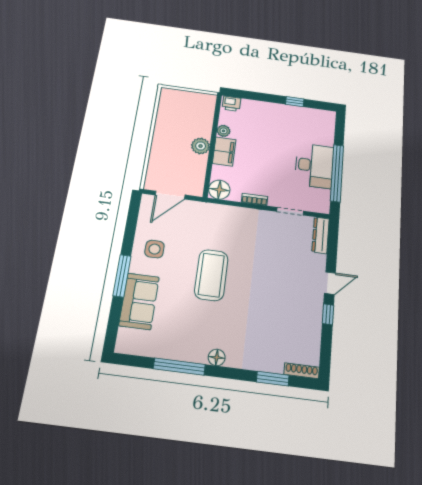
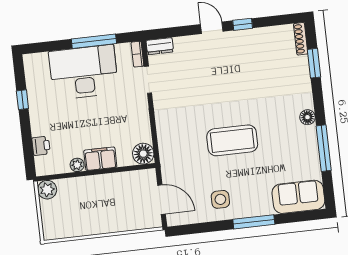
printer: (231, 104) -> (41, 146), moved
plant: (201, 146) -> (47, 190), moved
desk: (314, 166) -> (84, 72), width x1.36, depth x1.30
window: (337, 173) -> (94, 41), width x0.68
bookcase: (254, 199) -> (137, 54), moved
dresser: (321, 235) -> (160, 46), width x0.70
sofa: (139, 301) -> (298, 197), moved

